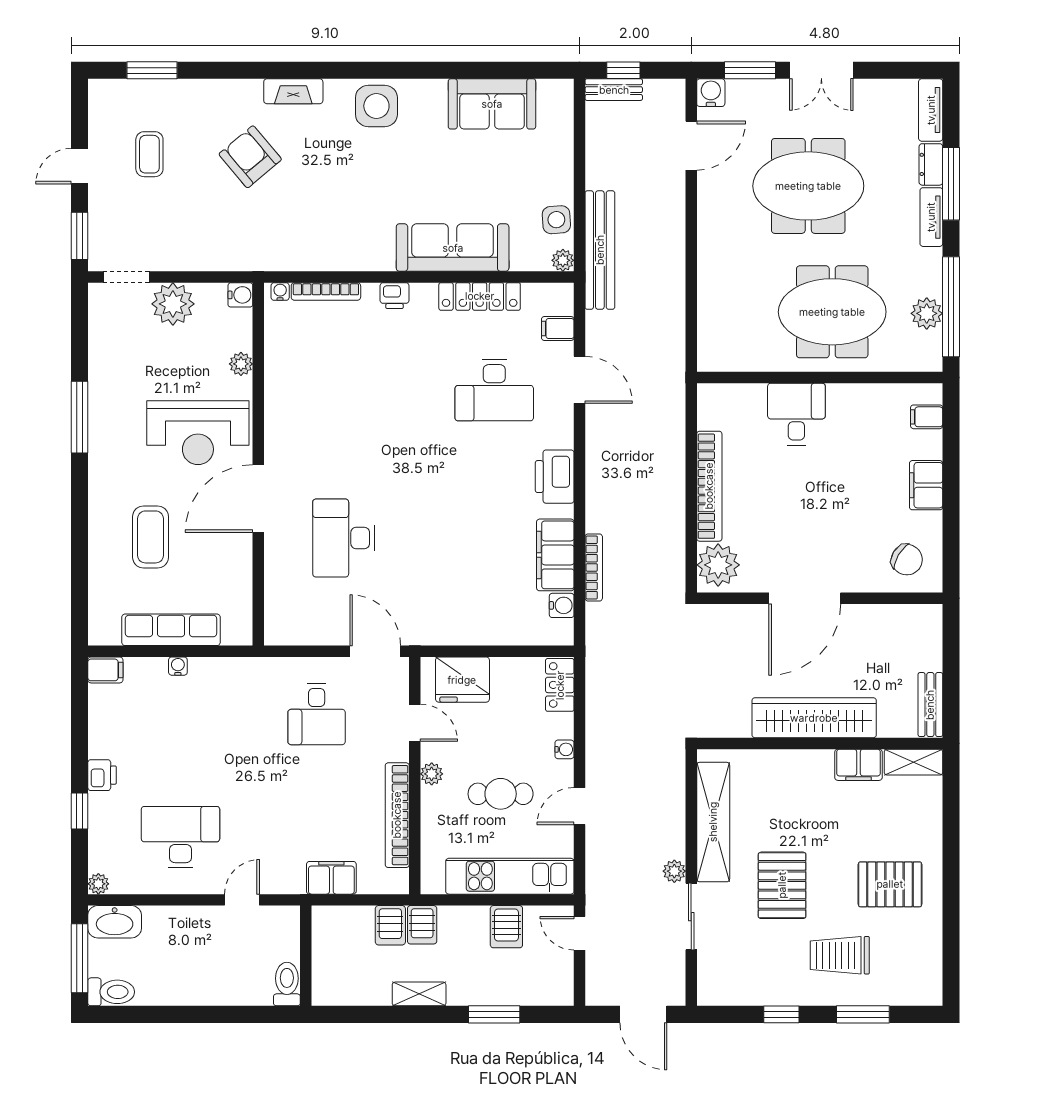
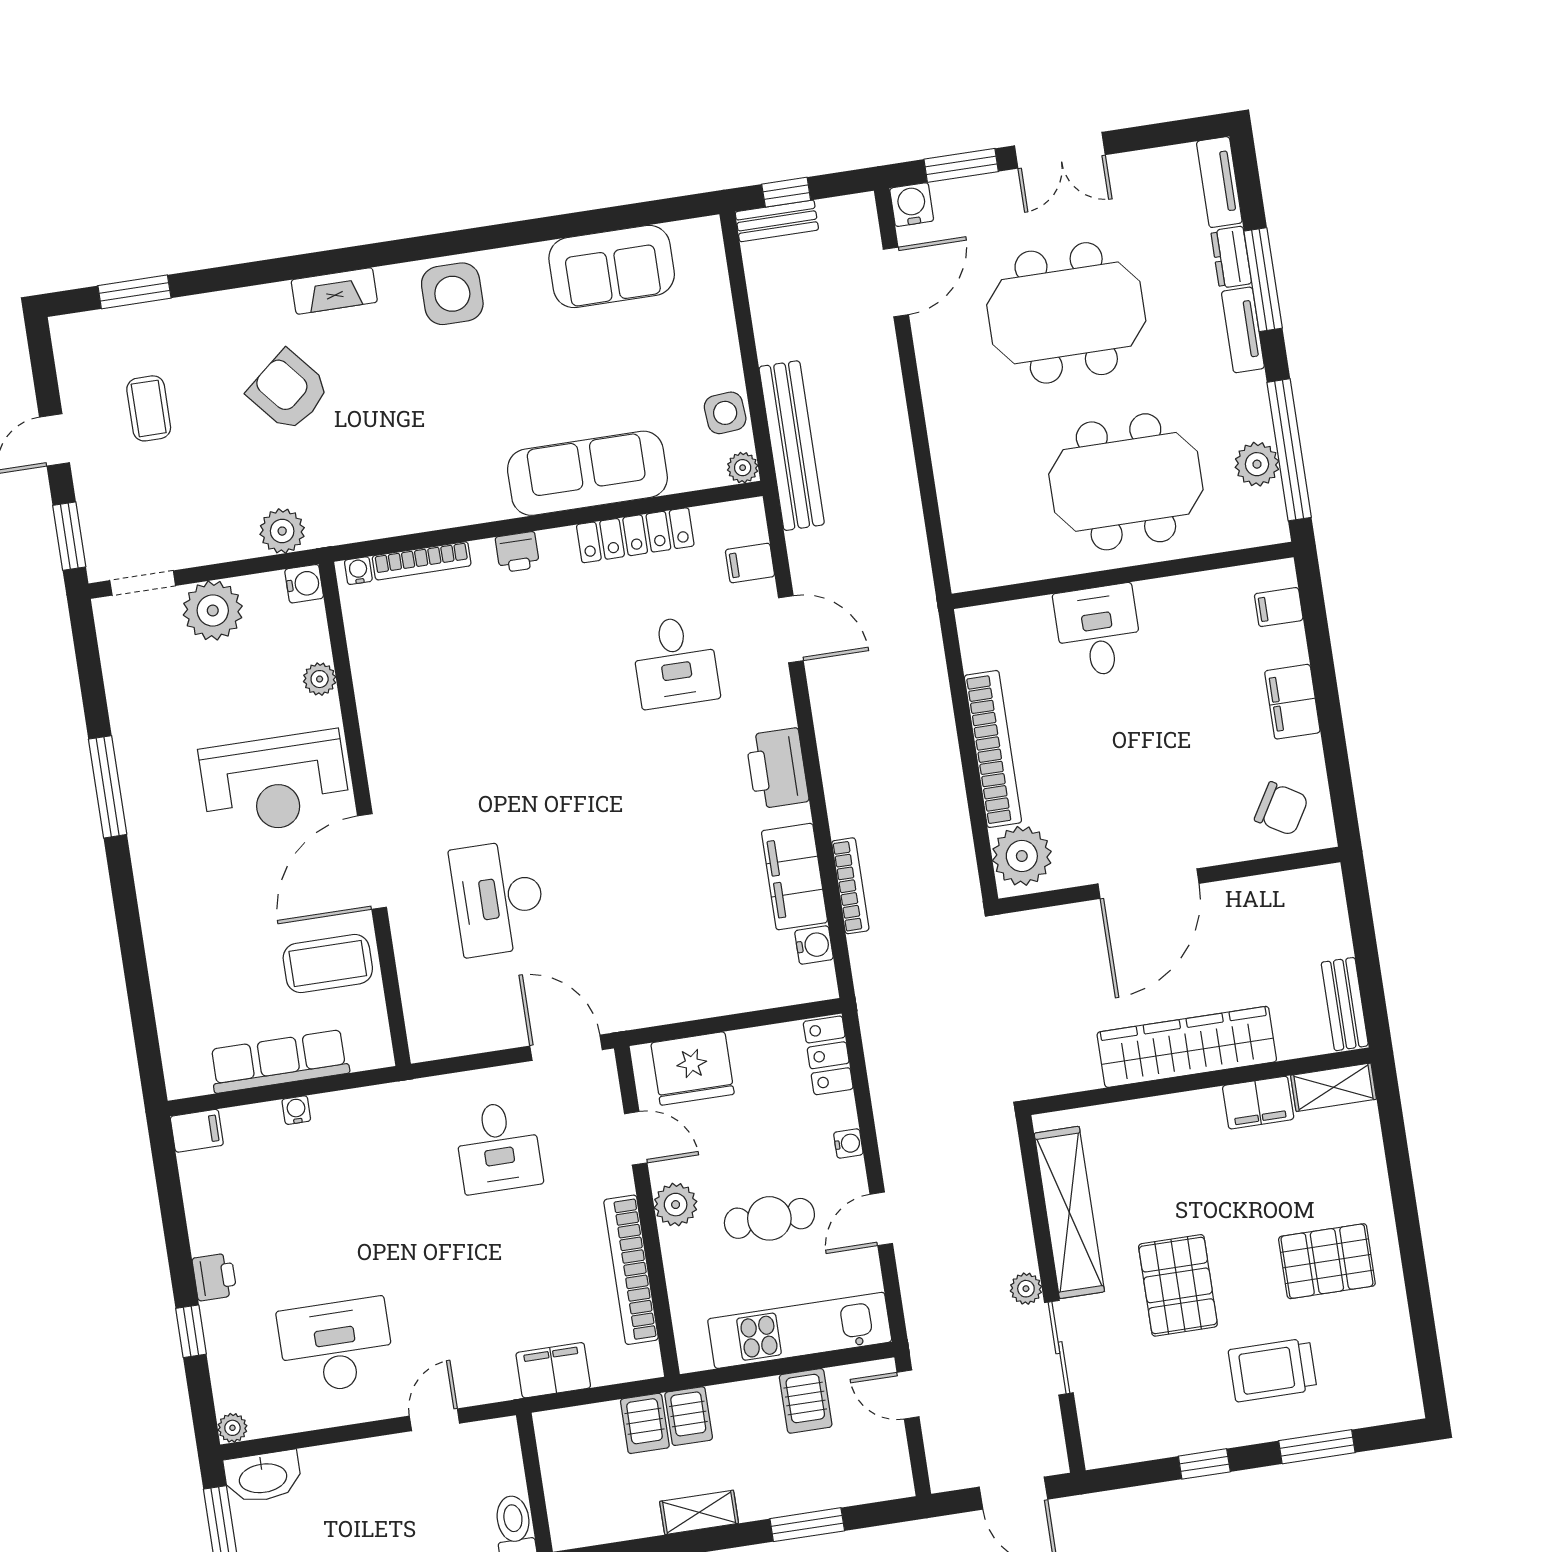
plant: (231, 255) -> (282, 531), added
desk: (494, 390) -> (675, 662), width x0.73
coffee table: (151, 537) -> (328, 964), moved, turned 90
plant: (432, 774) -> (676, 1205), width x1.38, depth x1.38

